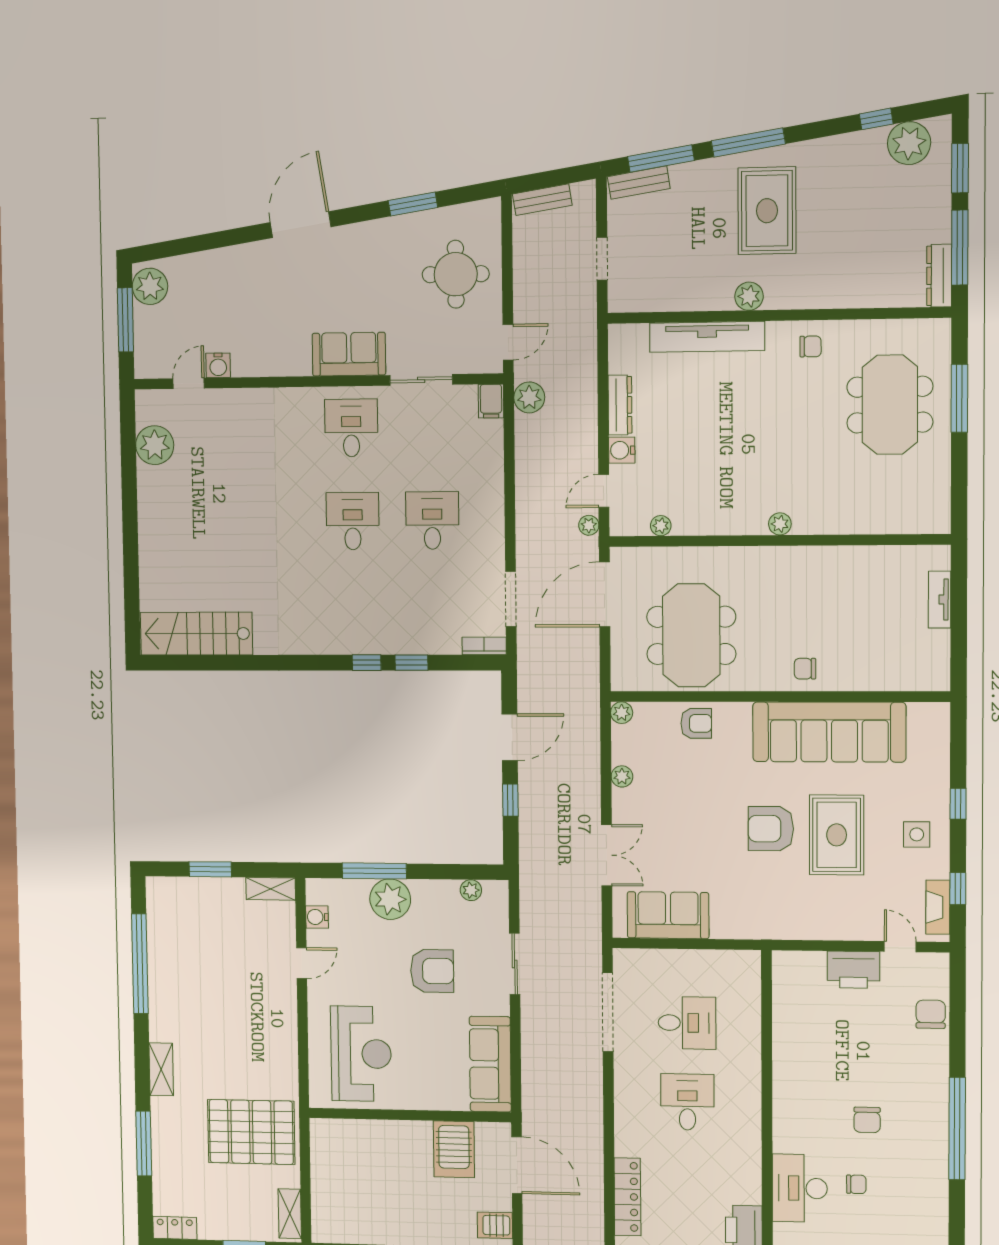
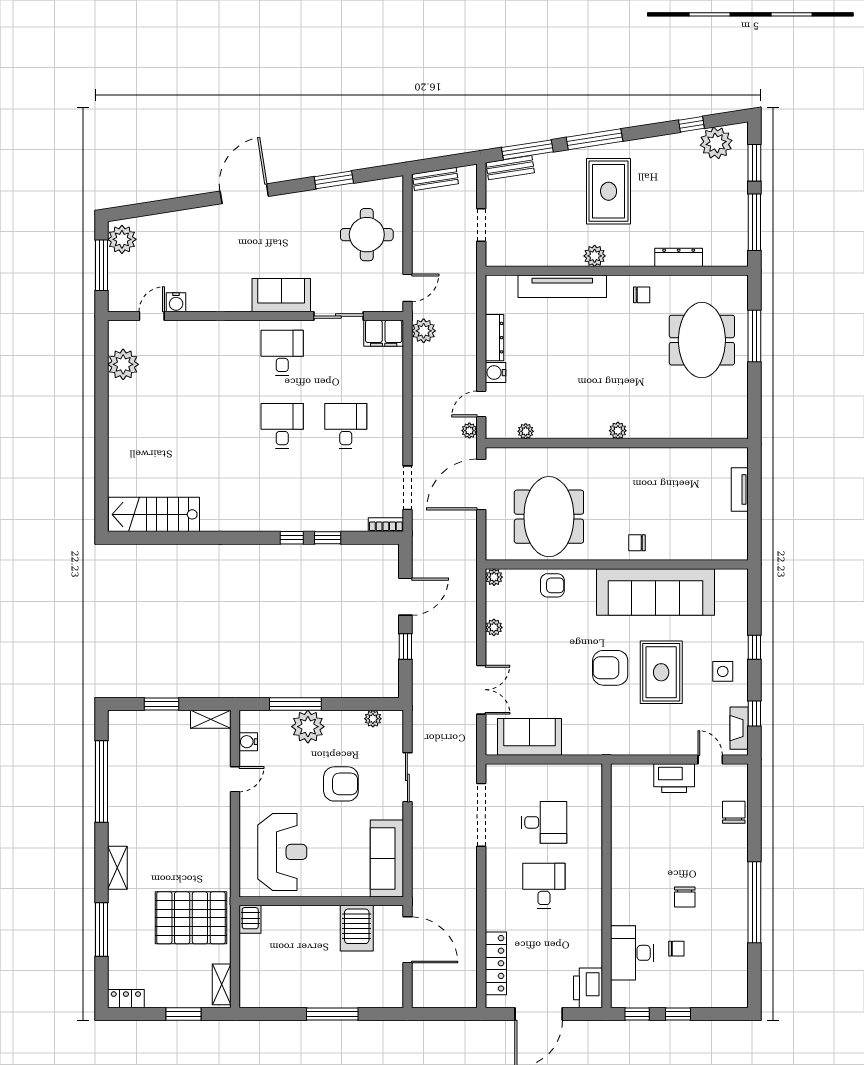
dresser: (939, 276) -> (679, 257), moved, turned 90
filing cabinet: (491, 401) -> (384, 333), width x2.00
server rack: (495, 1225) -> (250, 919), moved, turned -90

